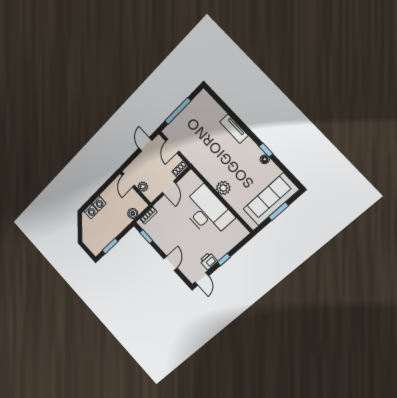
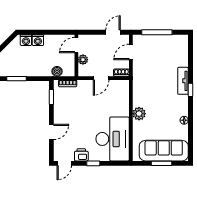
window: (266, 150) -> (190, 90), moved
desk: (207, 212) -> (113, 139), moved

